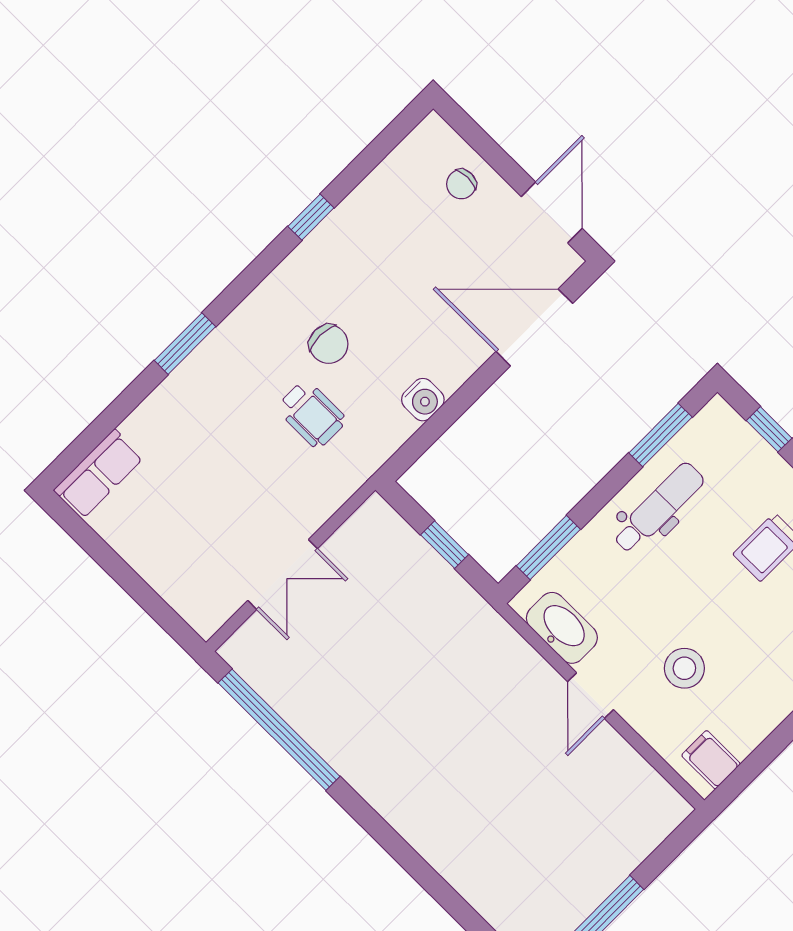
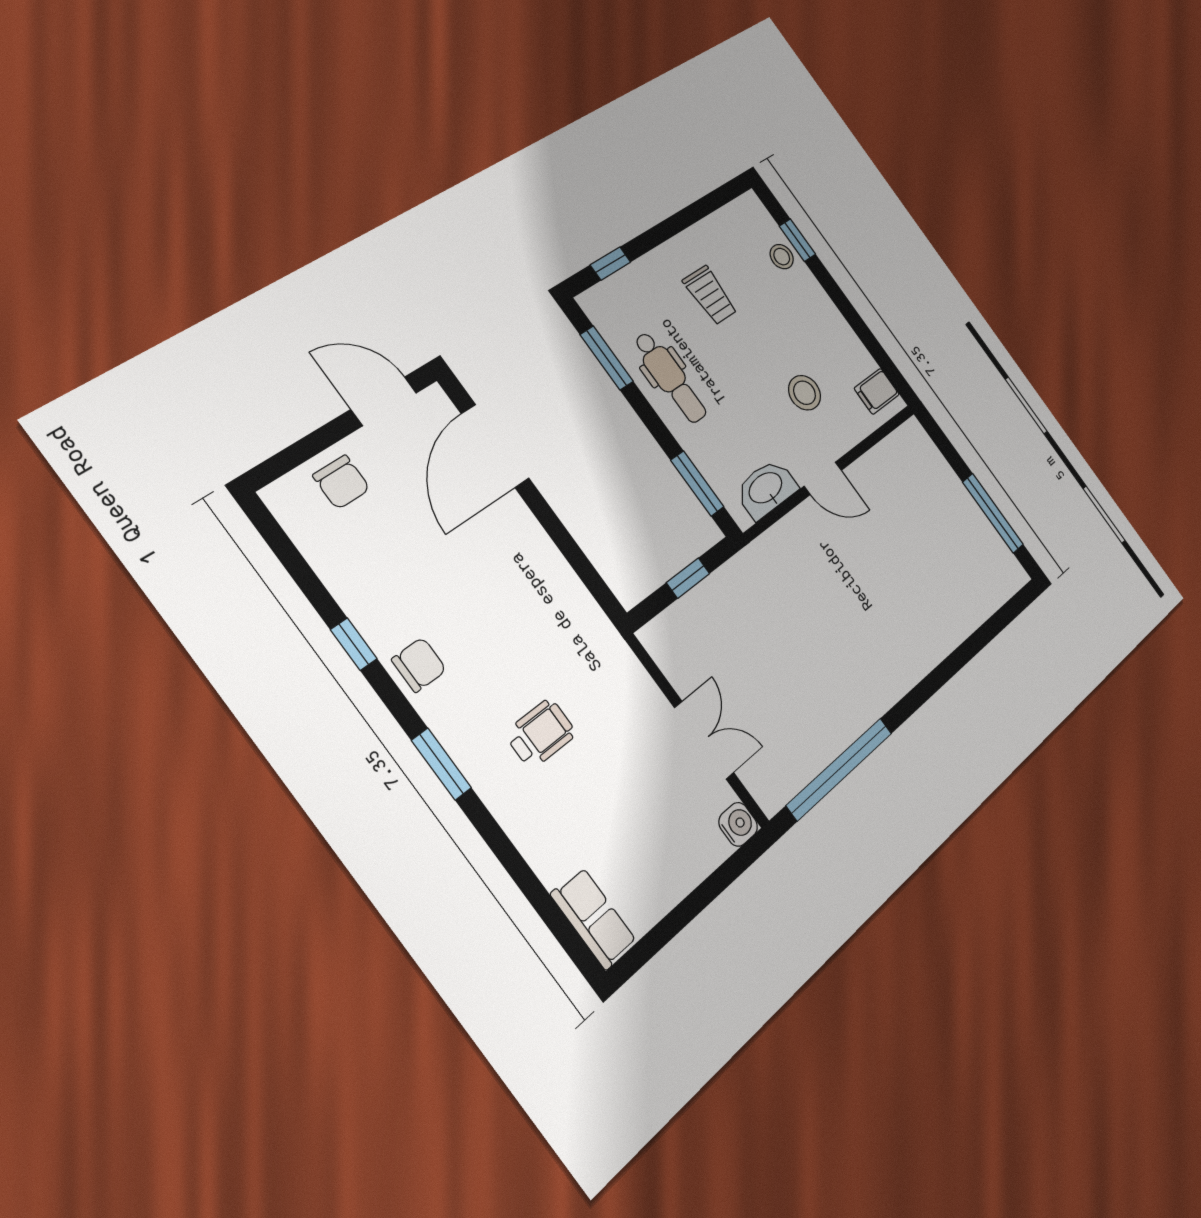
chair: (461, 184) -> (341, 482), width x1.37, depth x1.37
window: (185, 344) -> (441, 764), moved
chair: (329, 344) -> (419, 665), moved
water cooler: (423, 400) -> (738, 824), moved
wheelchair: (312, 414) -> (541, 734), moved
dental chair: (658, 508) -> (670, 377), turned 180

